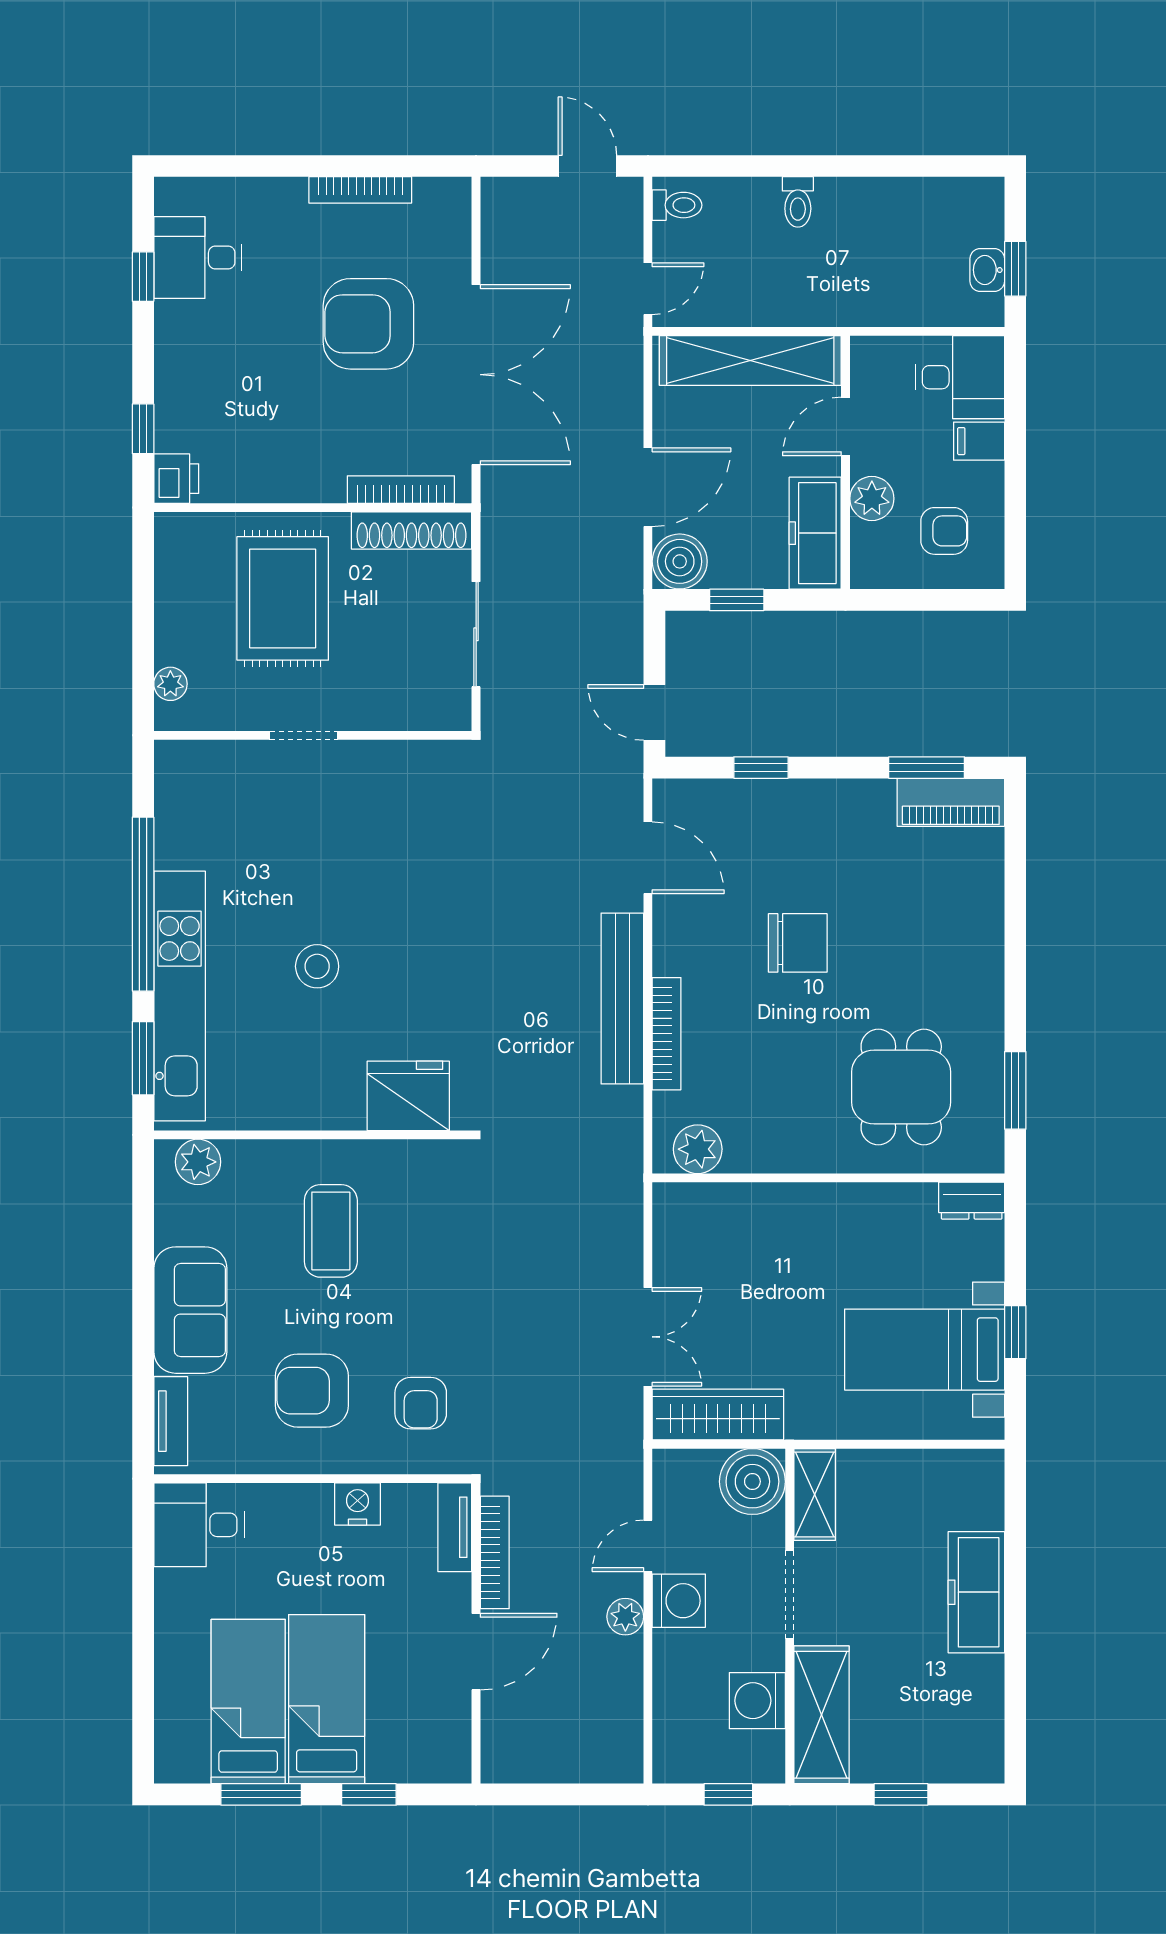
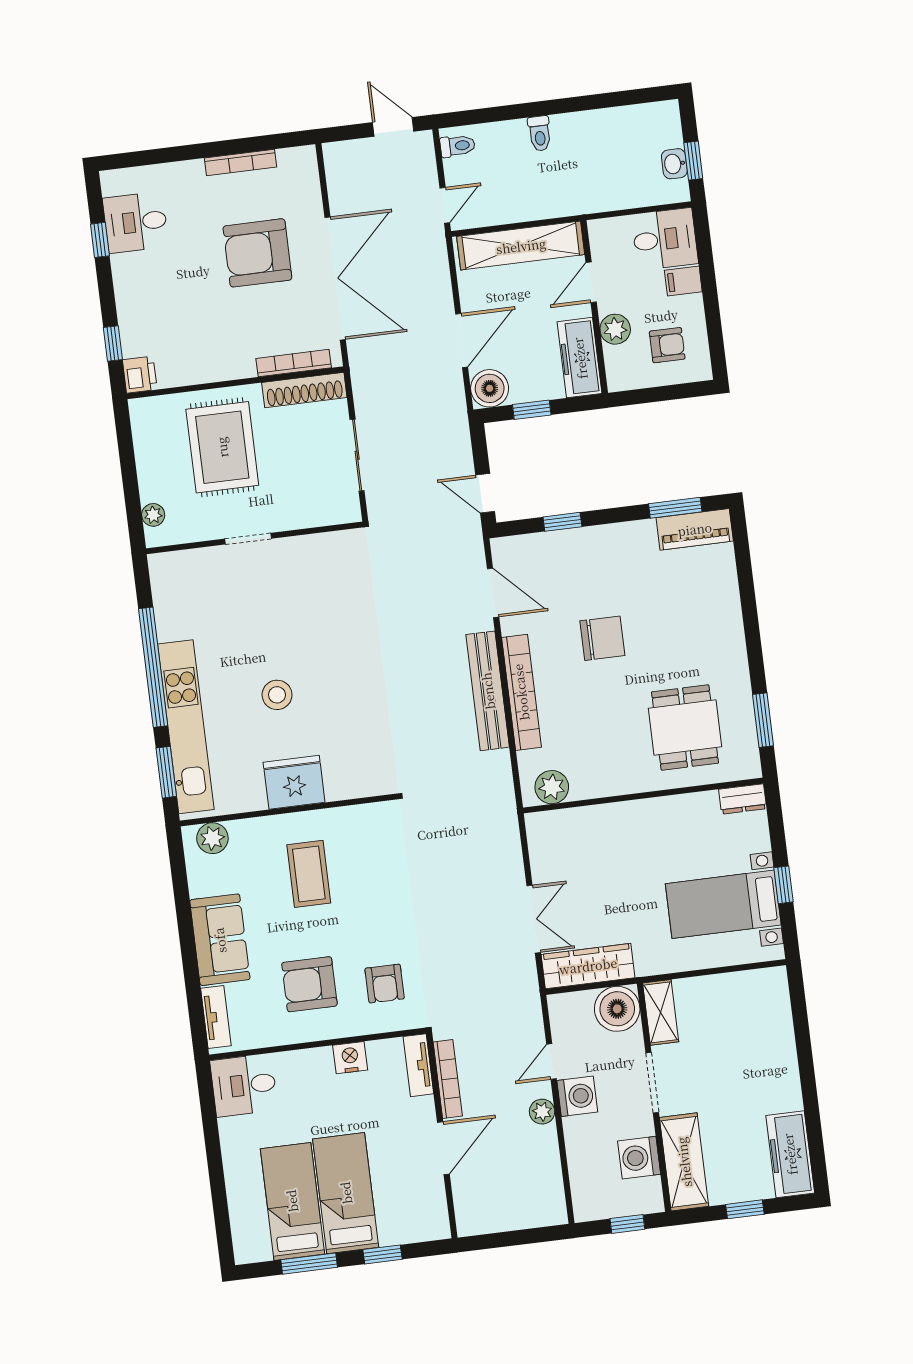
bookcase: (667, 1034) -> (521, 692), width x1.48, depth x1.31
fridge: (408, 1096) -> (294, 782), moved
freezer: (976, 1592) -> (790, 1154), moved

